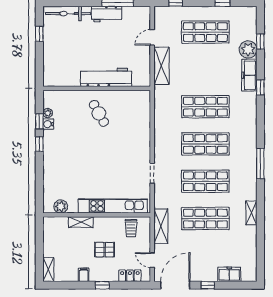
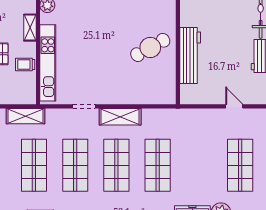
shelving: (161, 66) -> (120, 117), moved
cafe table: (99, 113) -> (150, 47), width x1.37, depth x1.35
trolley: (131, 228) -> (25, 65), moved

